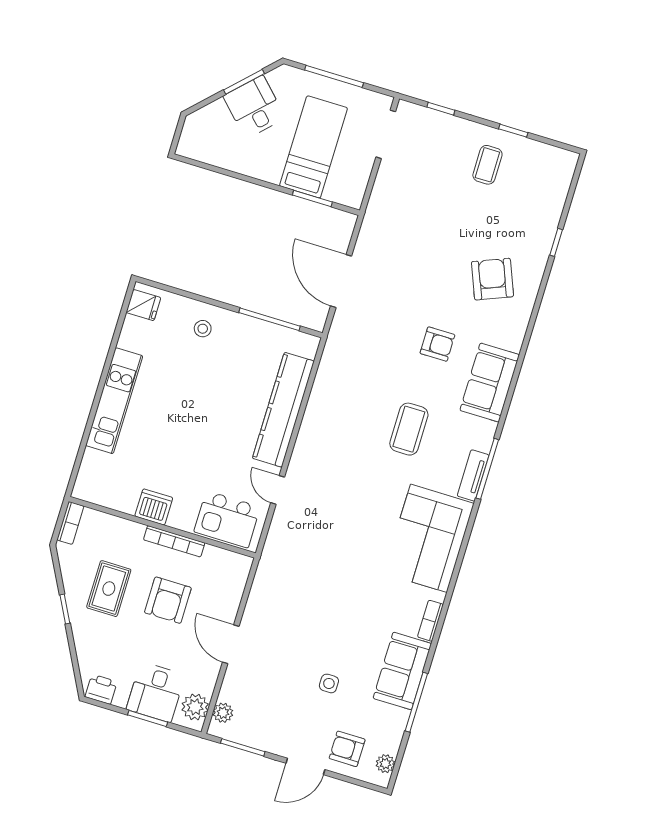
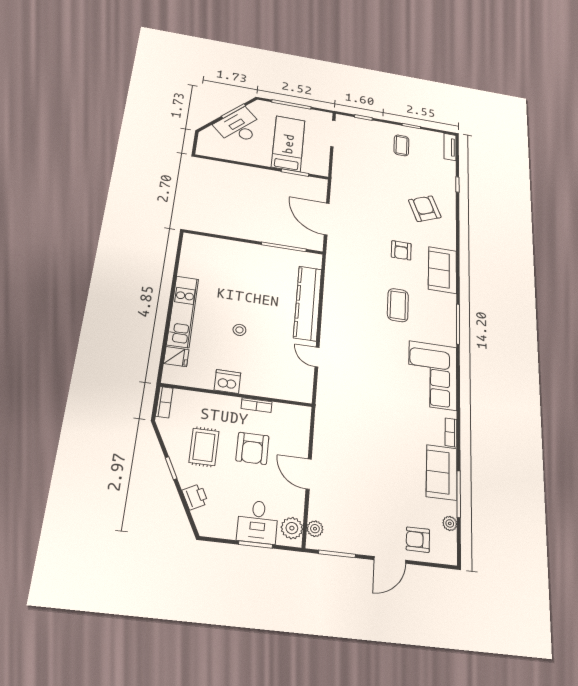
desk: (254, 107) -> (239, 127), width x1.37
fridge: (143, 305) -> (176, 357), moved
stool: (203, 329) -> (239, 330), moved
armchair: (437, 344) -> (401, 250), turned 90
tv unit: (473, 475) -> (450, 147), moved
kitchen island: (227, 519) -> (285, 383), removed
bookcase: (174, 541) -> (257, 405), width x0.64
side table: (329, 683) -> (391, 491), removed
printer: (101, 689) -> (195, 497), moved, turned 62
plant: (385, 764) -> (450, 523), moved

